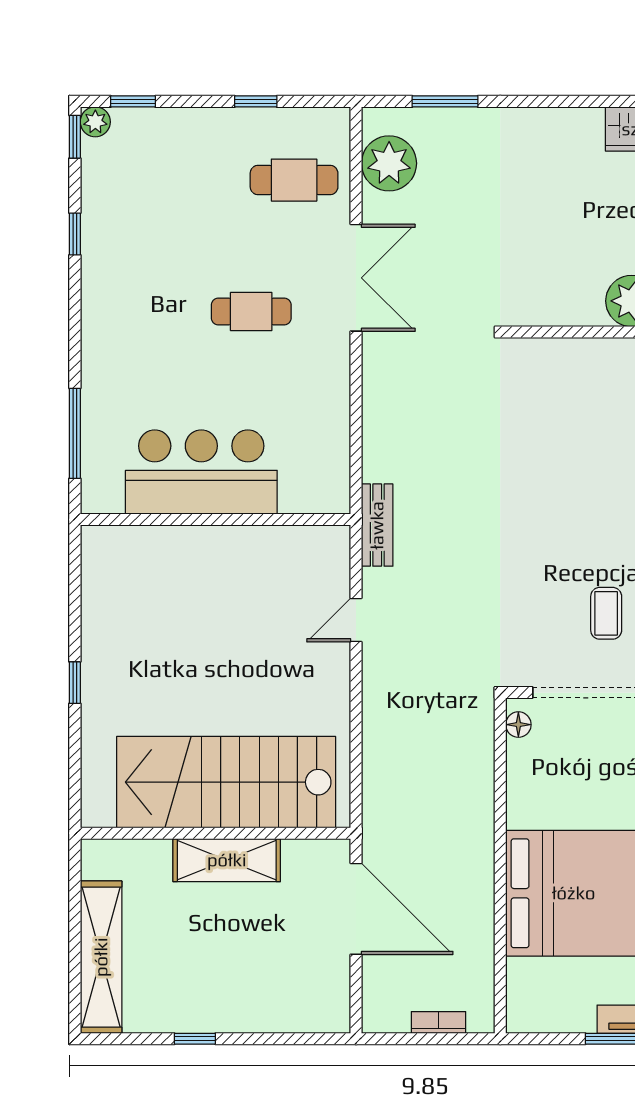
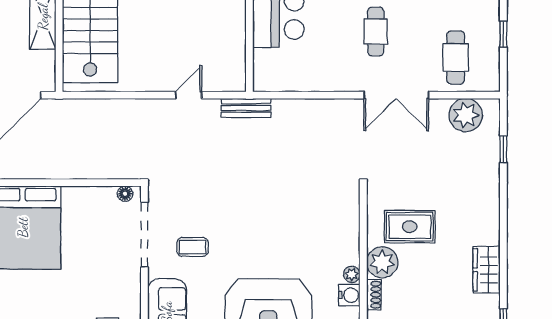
window: (445, 101) -> (503, 149), width x0.67
rug: (573, 256) -> (410, 227), added
door: (356, 620) -> (188, 95), hinge flipped

